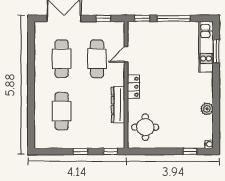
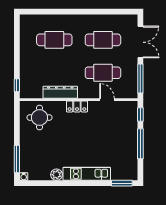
window: (103, 18) -> (140, 79), width x2.17
kitchen unit: (206, 47) -> (87, 174), moved
window: (216, 51) -> (122, 183), moved
window: (80, 151) -> (17, 57), removed
window: (190, 151) -> (17, 159), width x2.17

